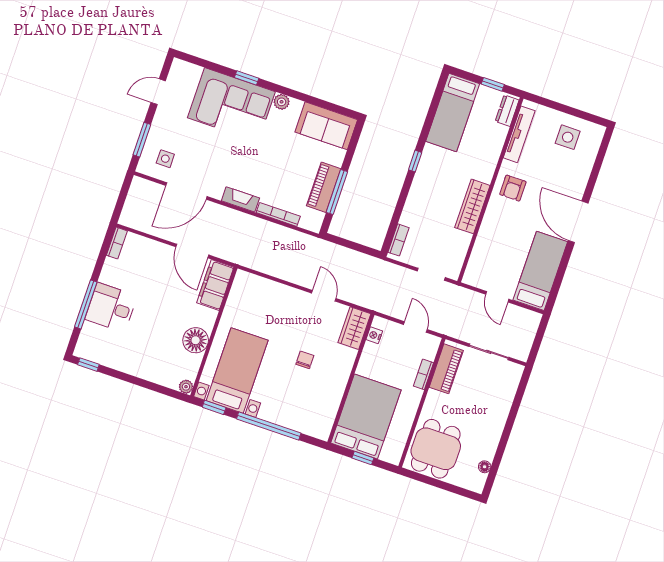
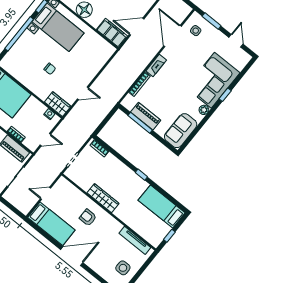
dresser: (507, 111) -> (151, 238), removed
armchair: (513, 188) -> (88, 218), moved

